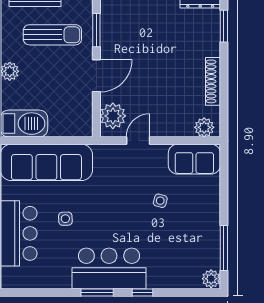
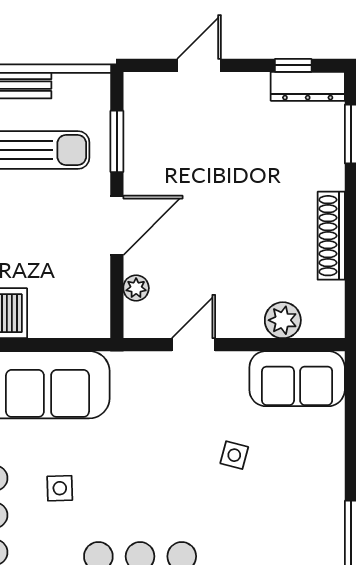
plant: (113, 116) -> (136, 288), width x0.53, depth x0.53
plant: (204, 127) -> (283, 320), moved

